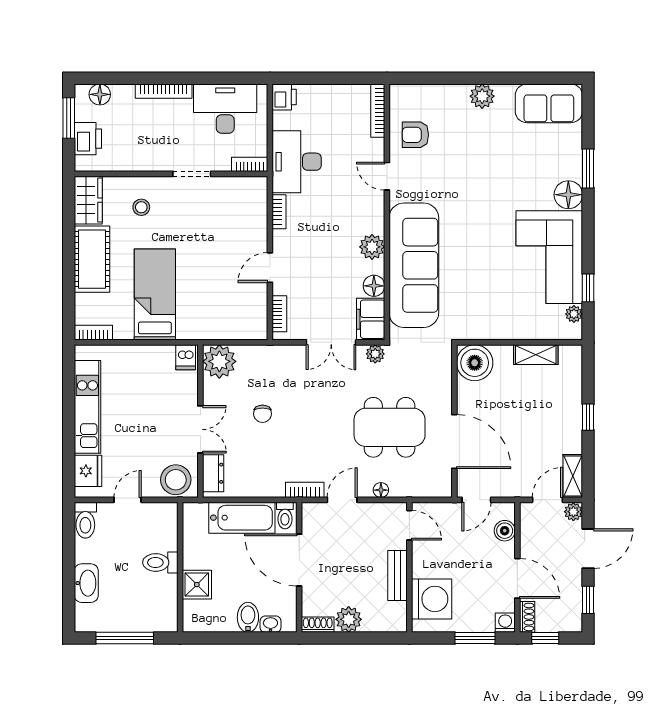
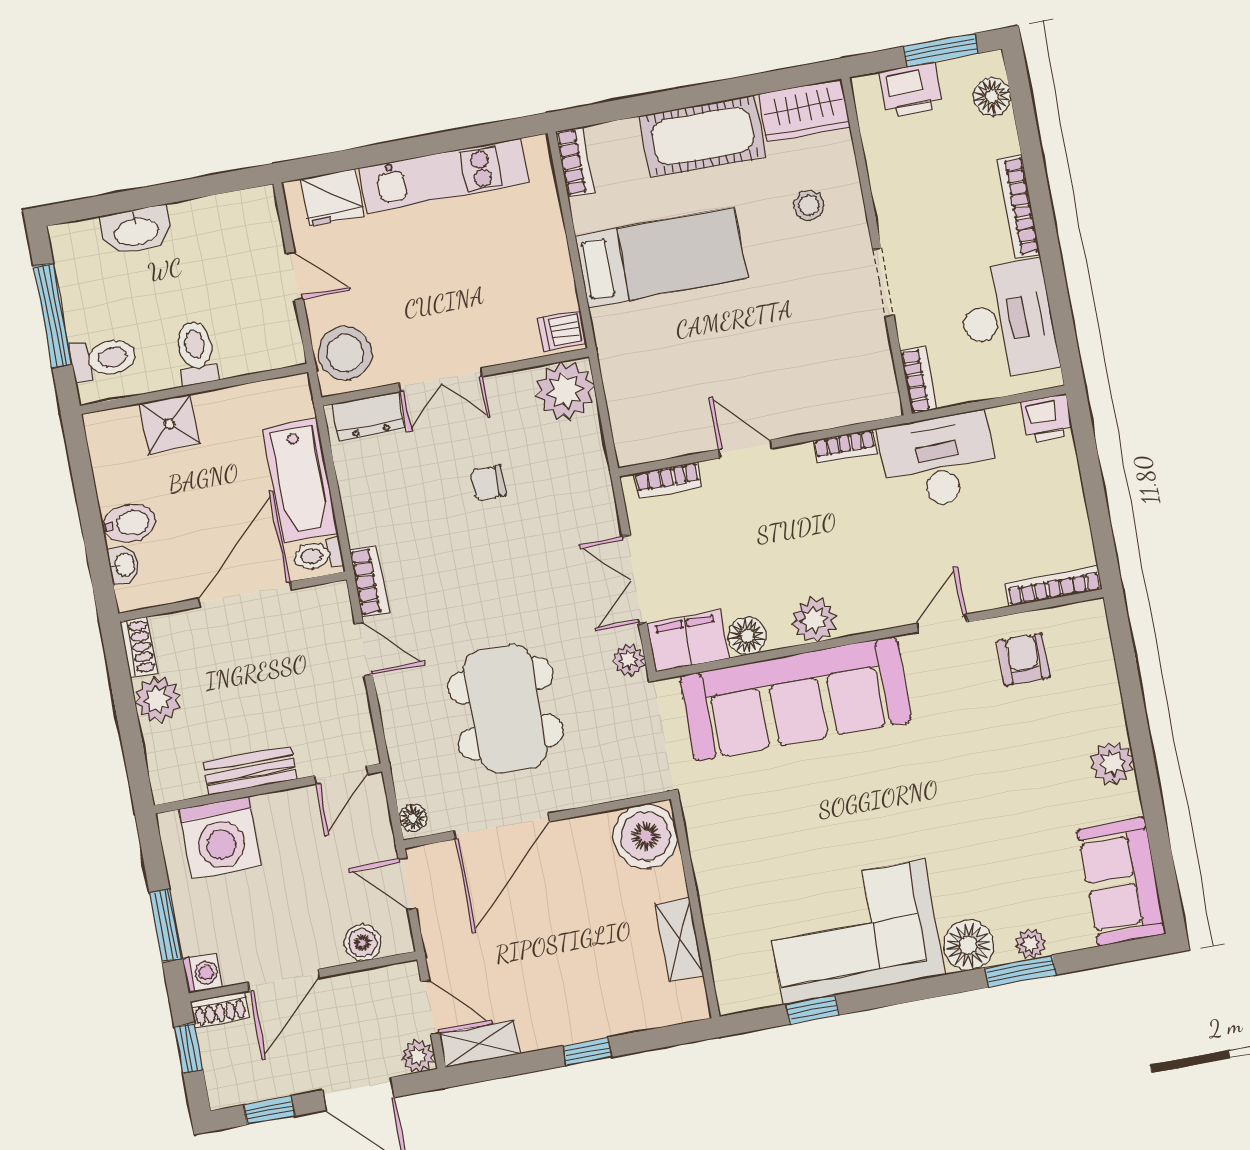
plant: (574, 314) -> (1030, 944), moved
floor lamp: (381, 490) -> (413, 818), moved
toilet: (85, 520) -> (103, 359), moved, turned 180

